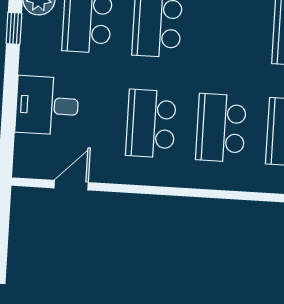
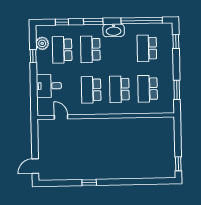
door: (71, 185) -> (61, 117), hinge flipped

